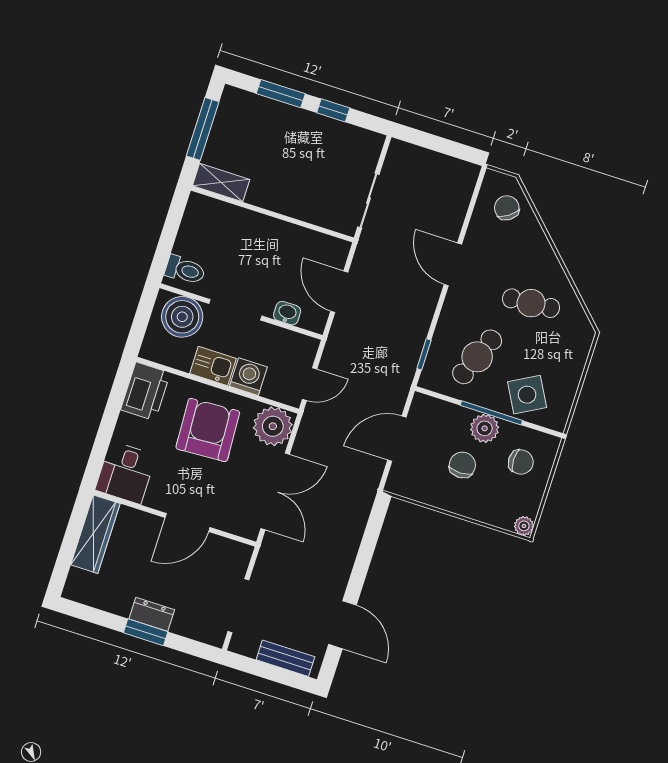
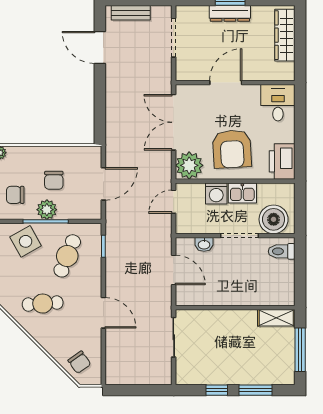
wardrobe: (95, 534) -> (285, 35), moved
dresser: (152, 614) -> (230, 13), width x1.44

